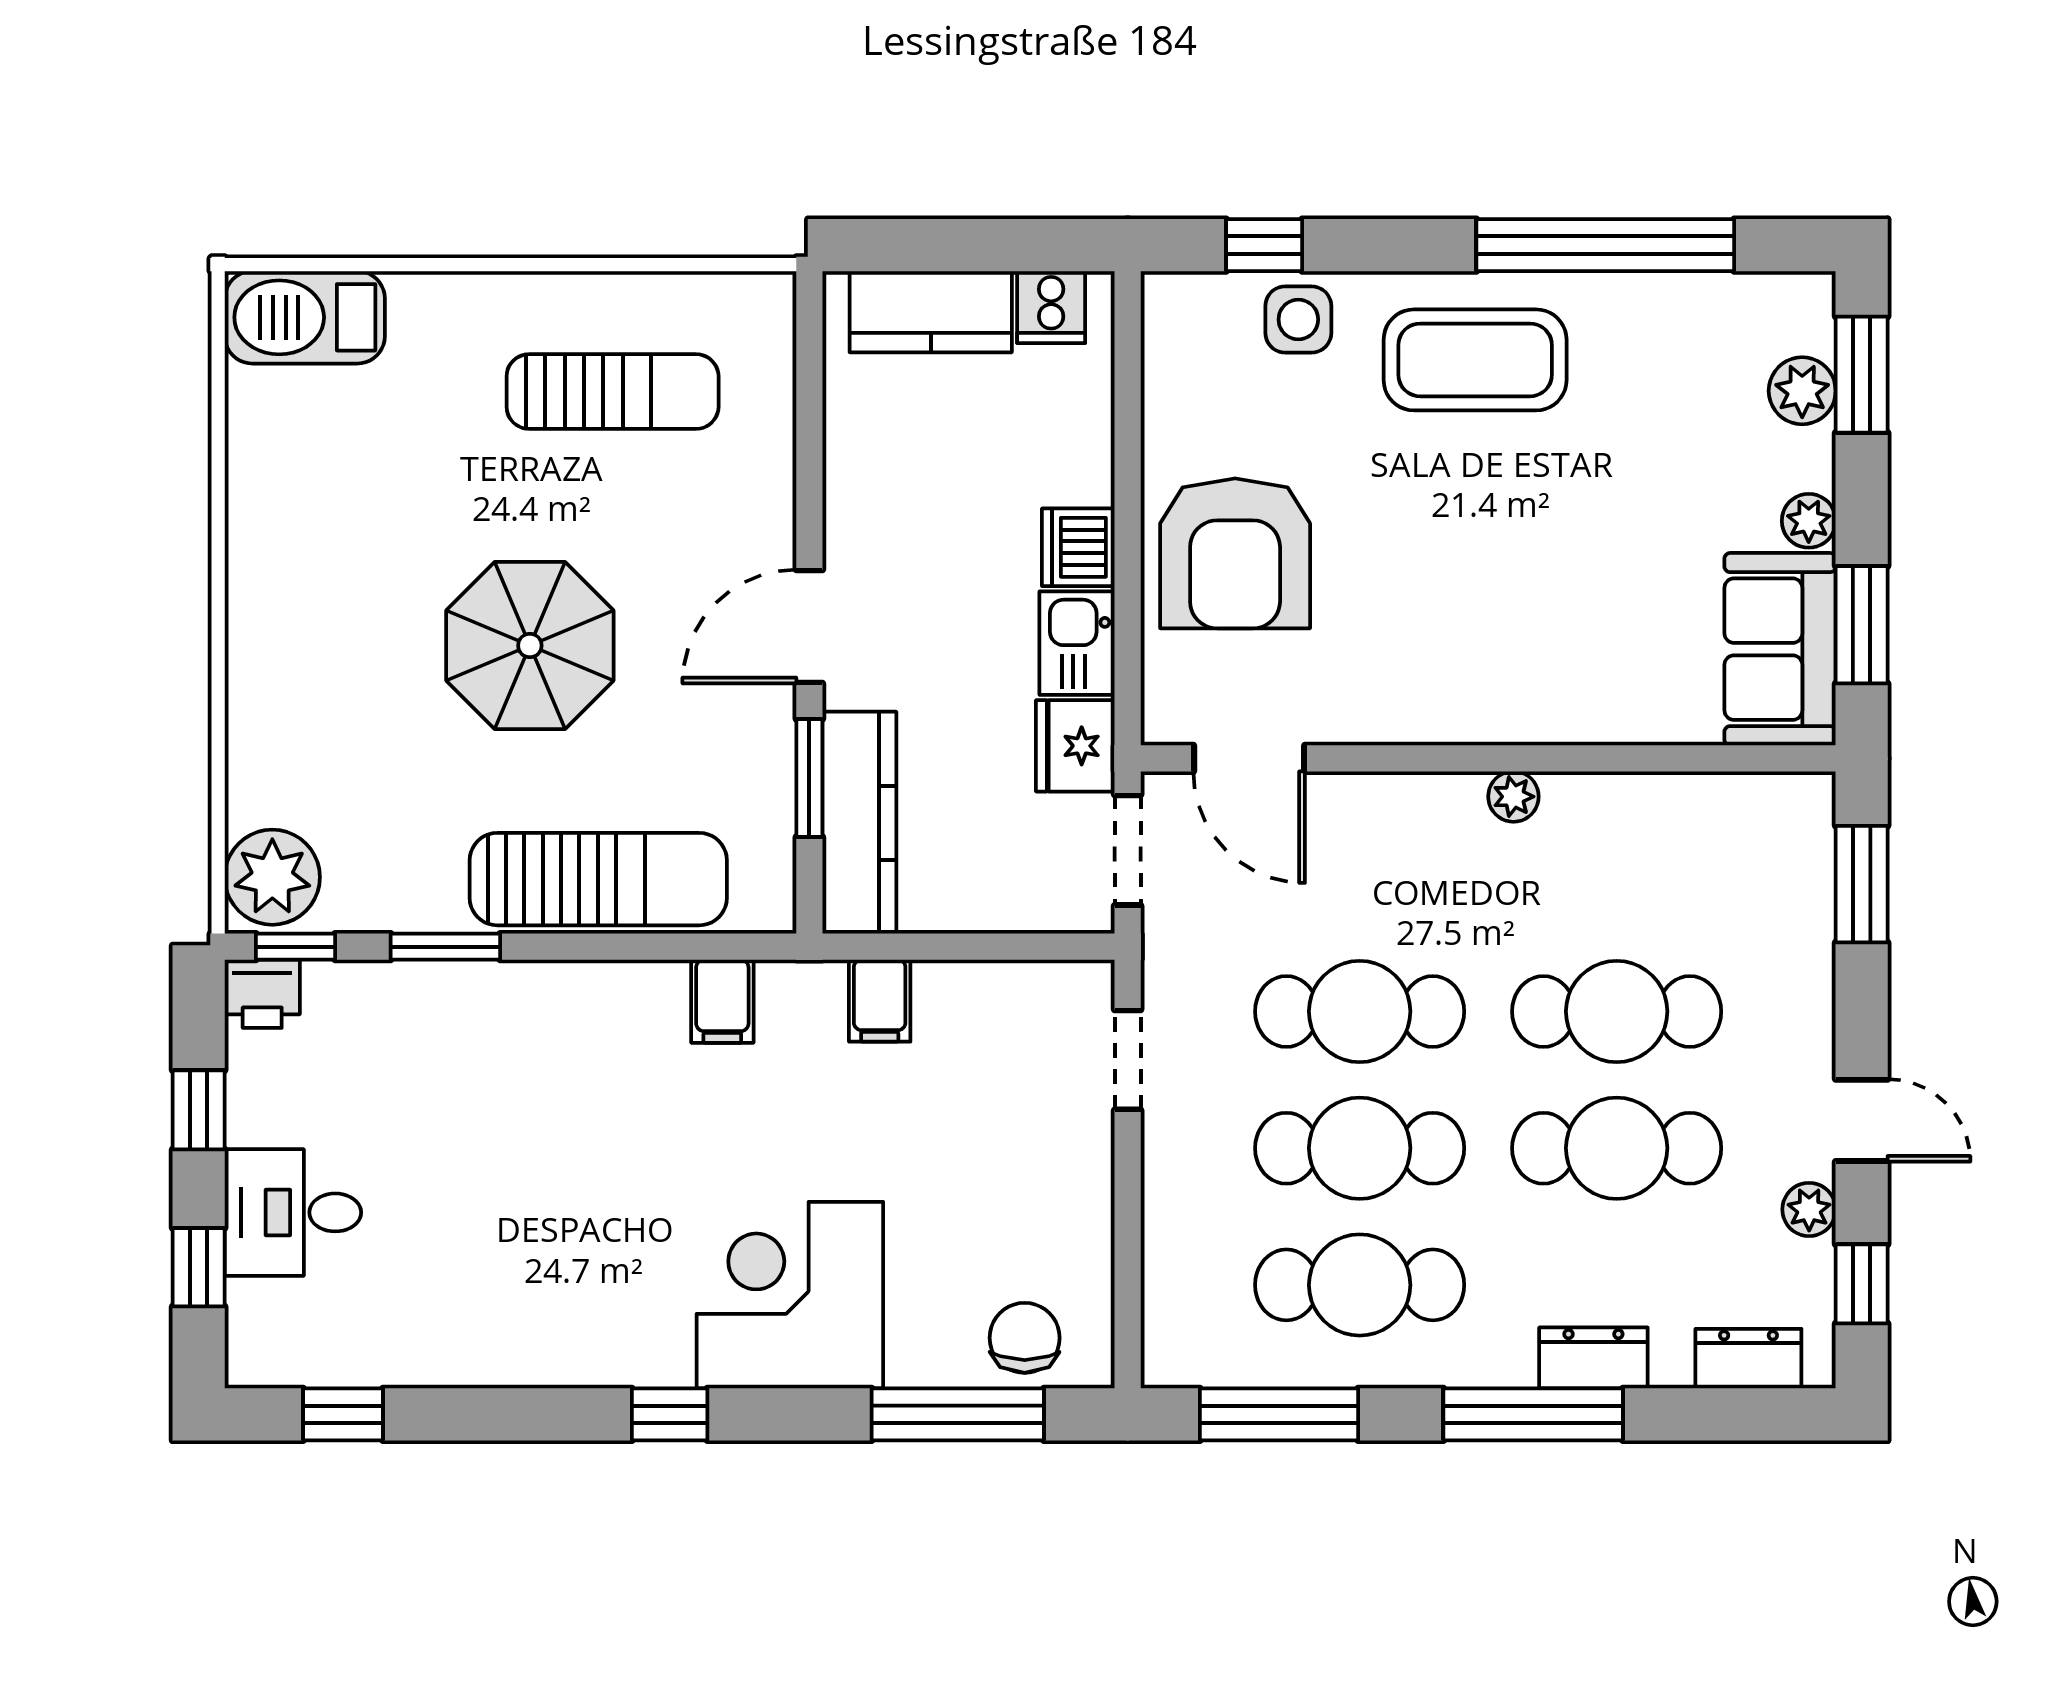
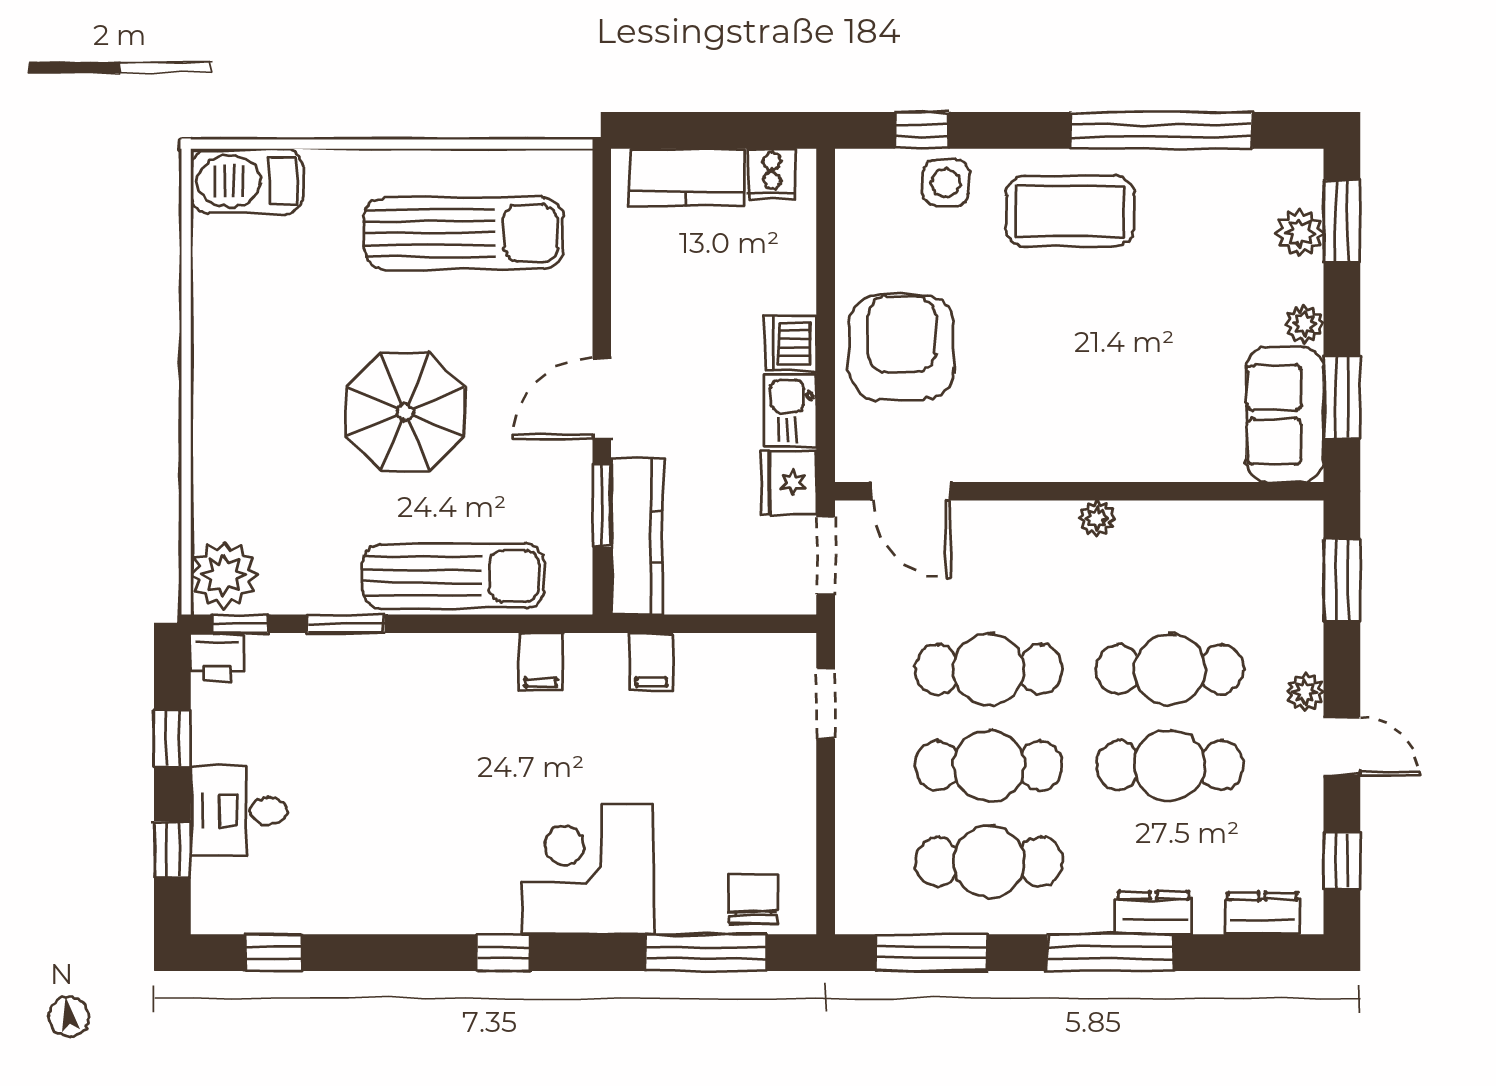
sun lounger: (613, 392) -> (463, 233), width x1.36, depth x1.34
armchair: (1235, 553) -> (901, 347), turned 180
plant: (1809, 1209) -> (1305, 692), moved

